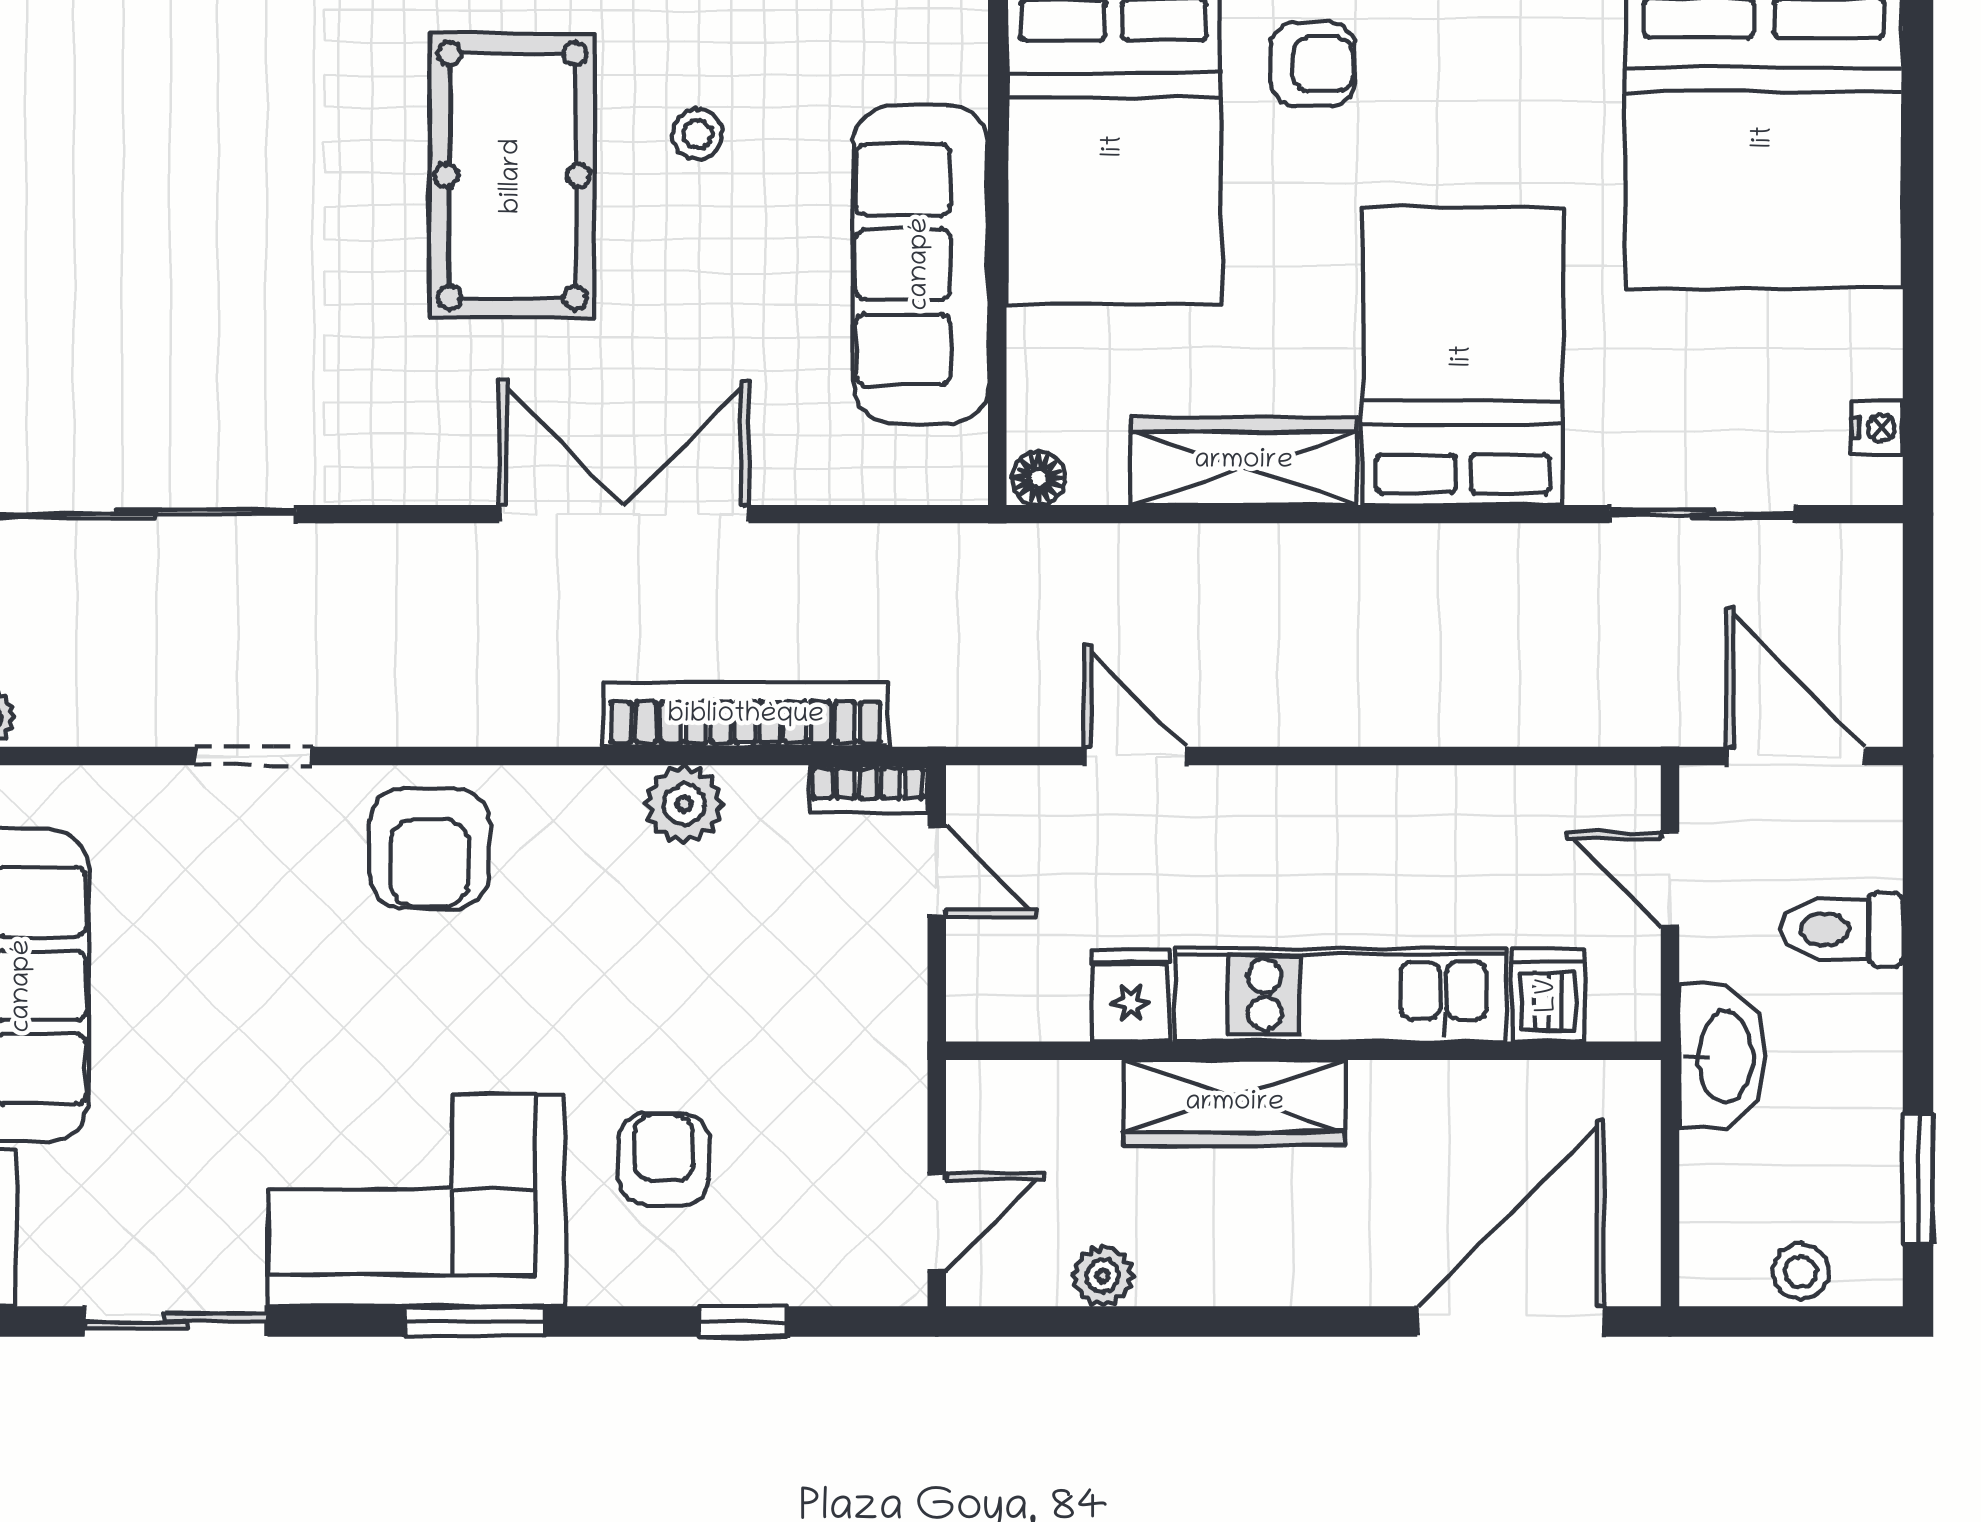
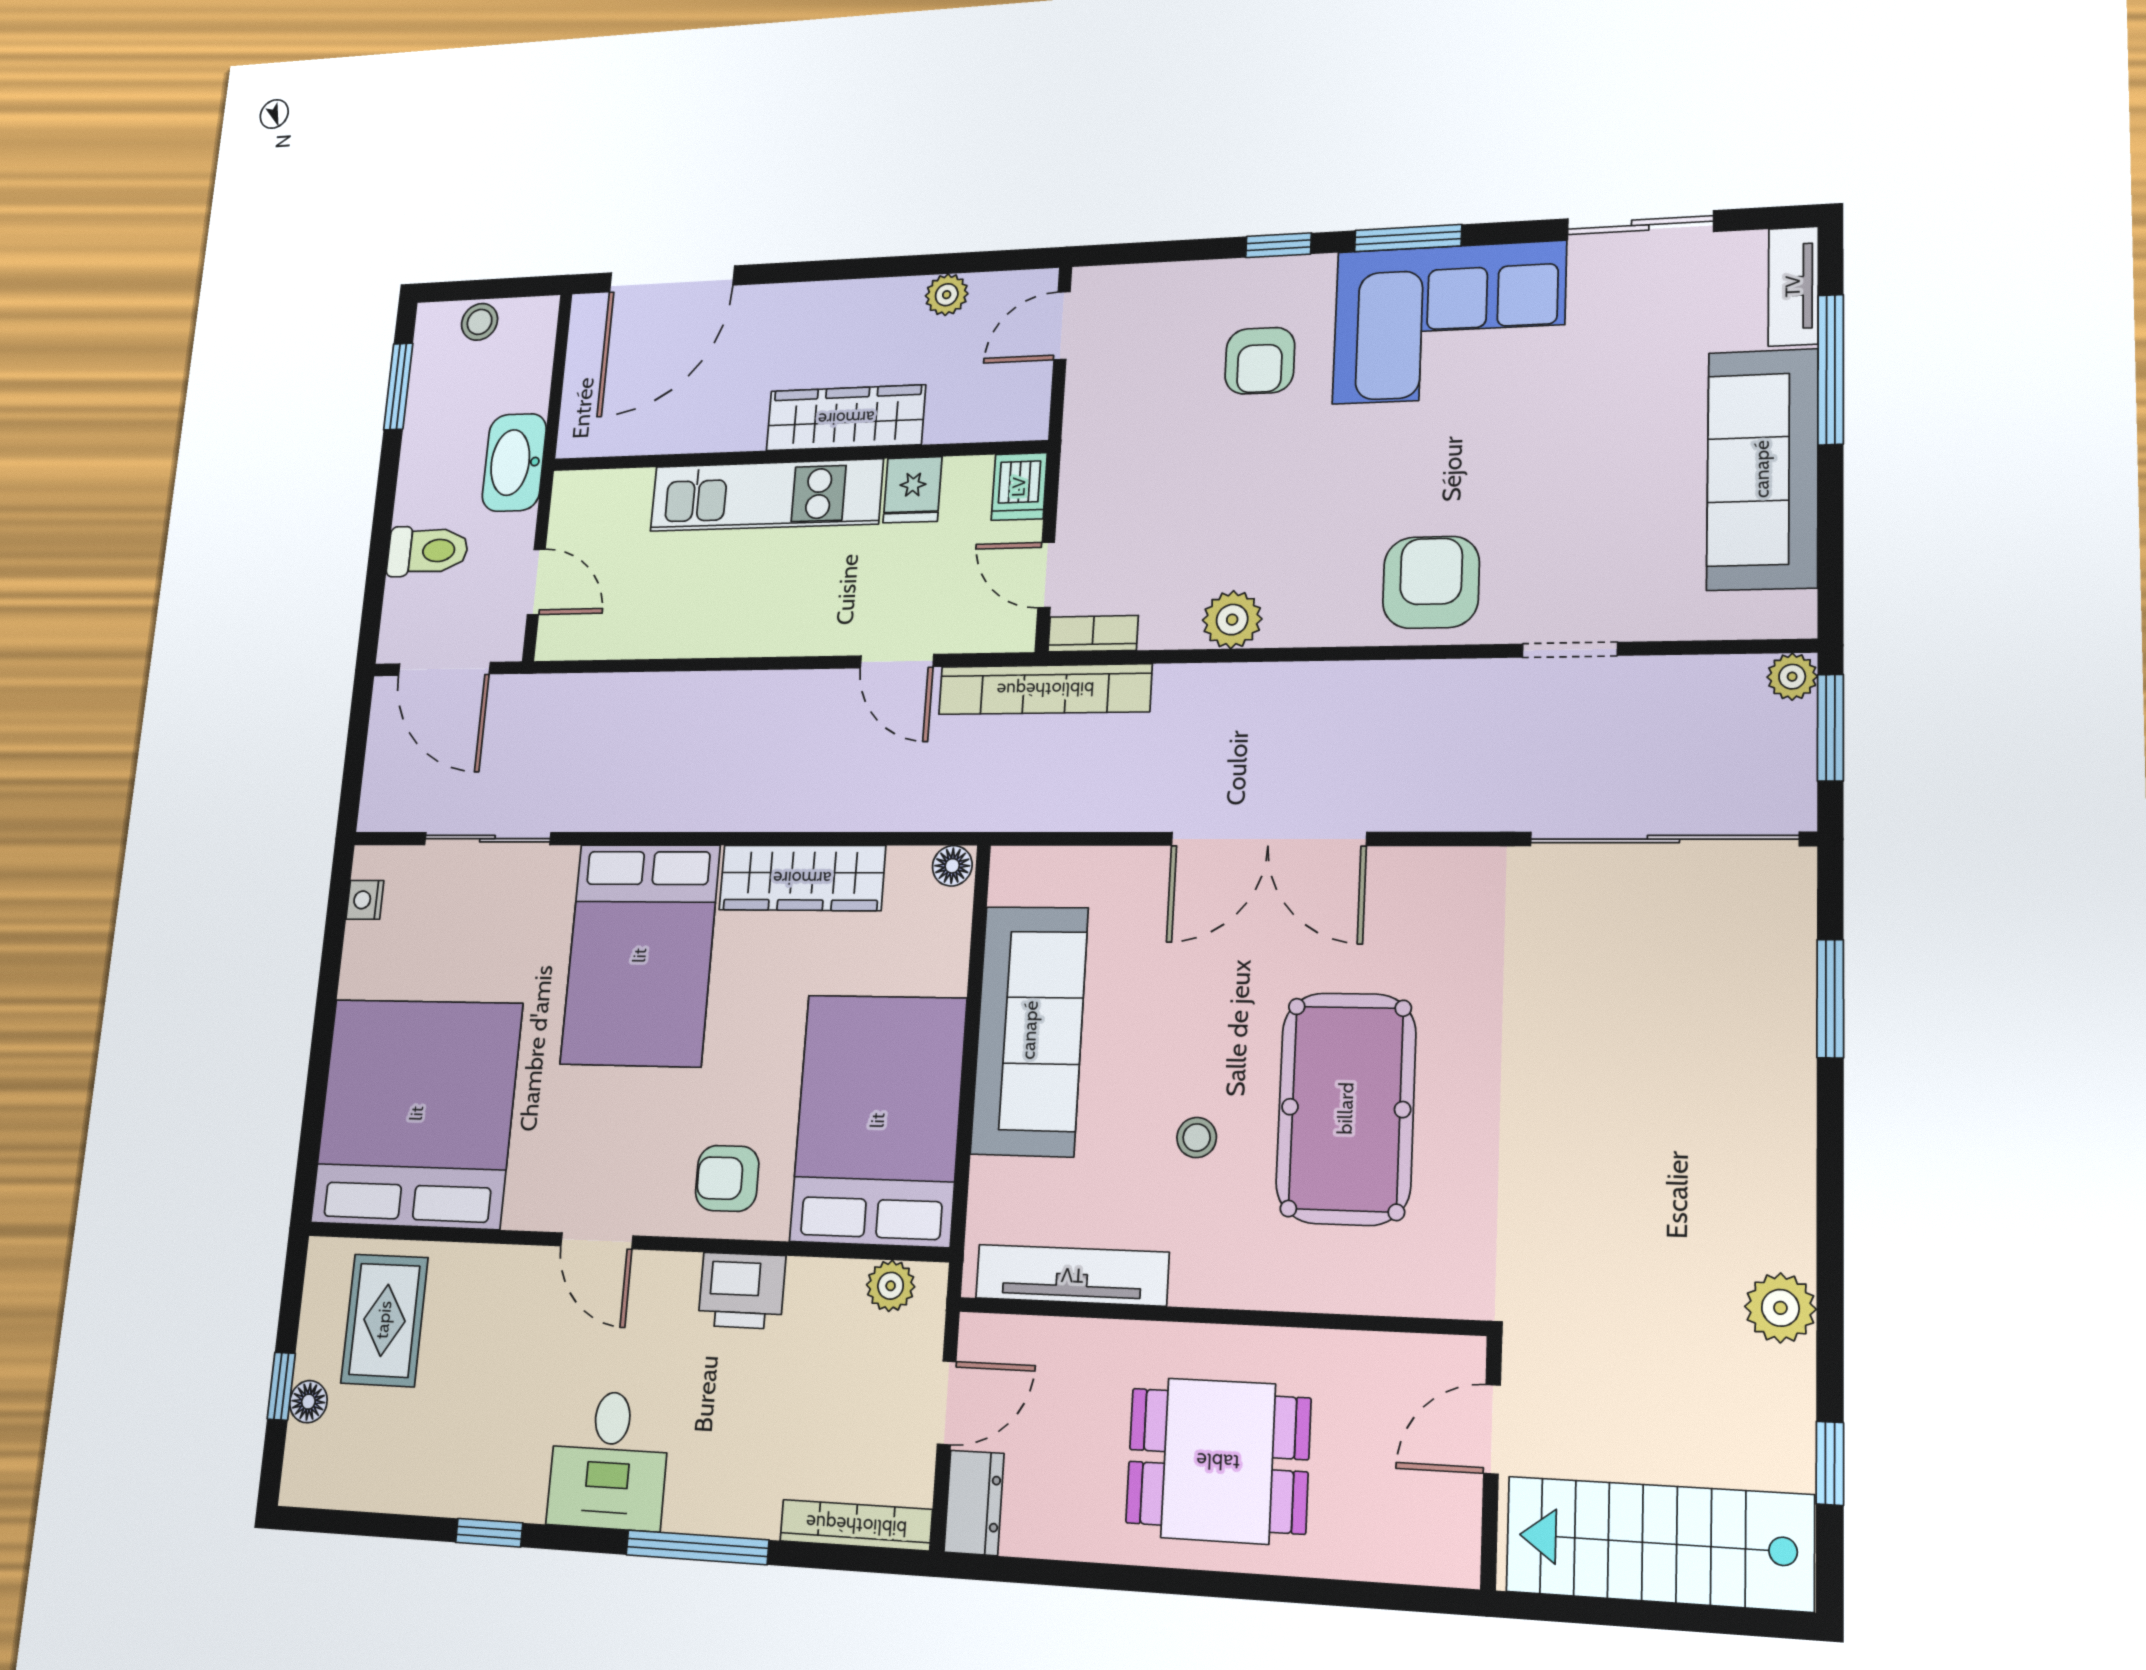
bookcase: (746, 715) -> (1045, 689), moved
dishwasher: (1548, 995) -> (1019, 487), moved
window: (743, 1321) -> (1279, 245), moved

